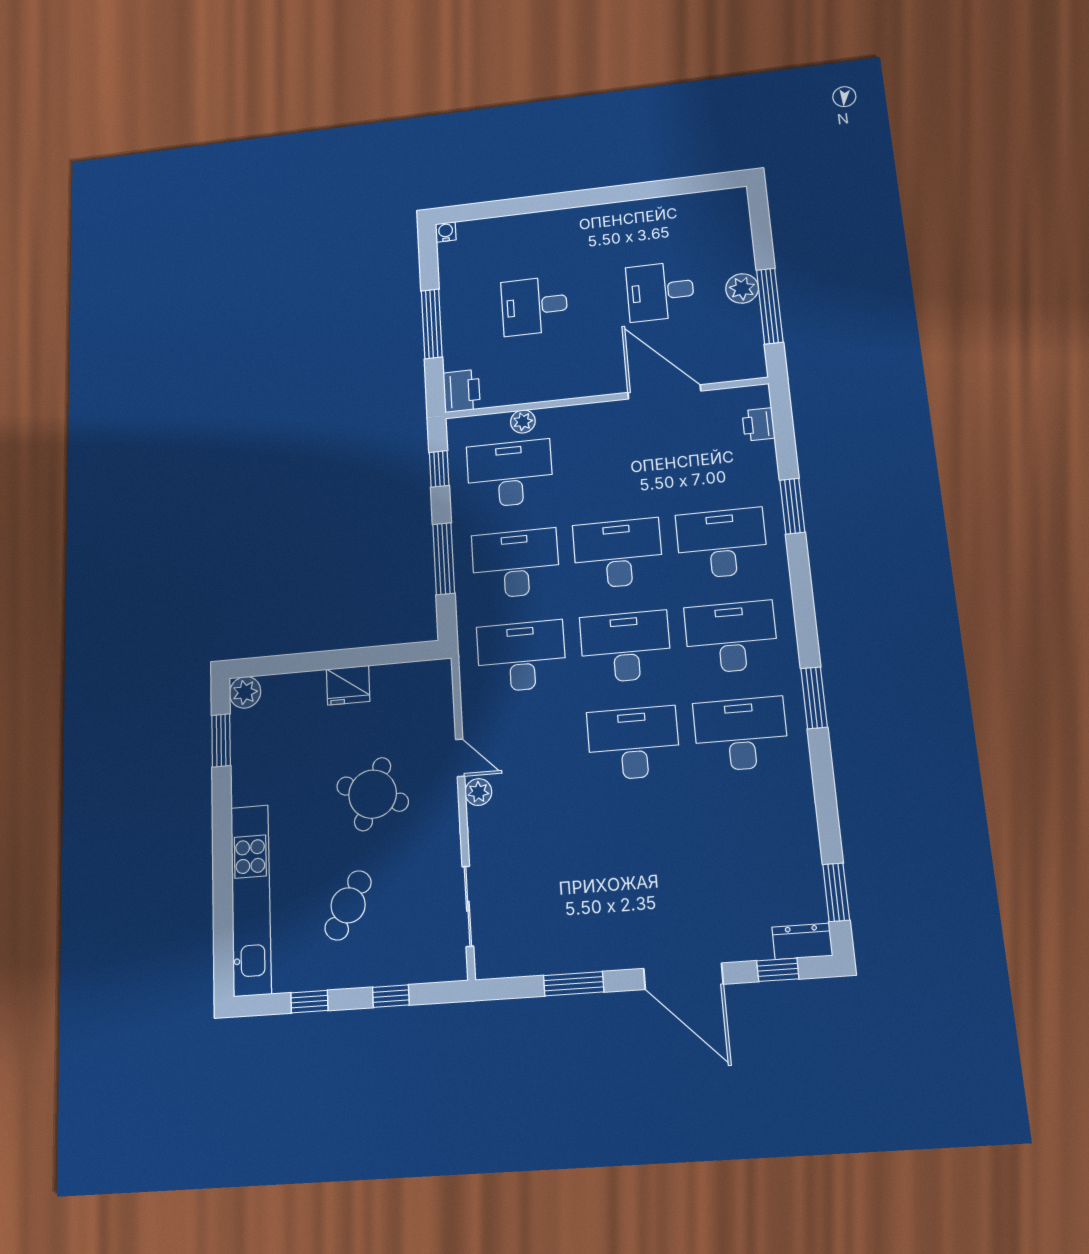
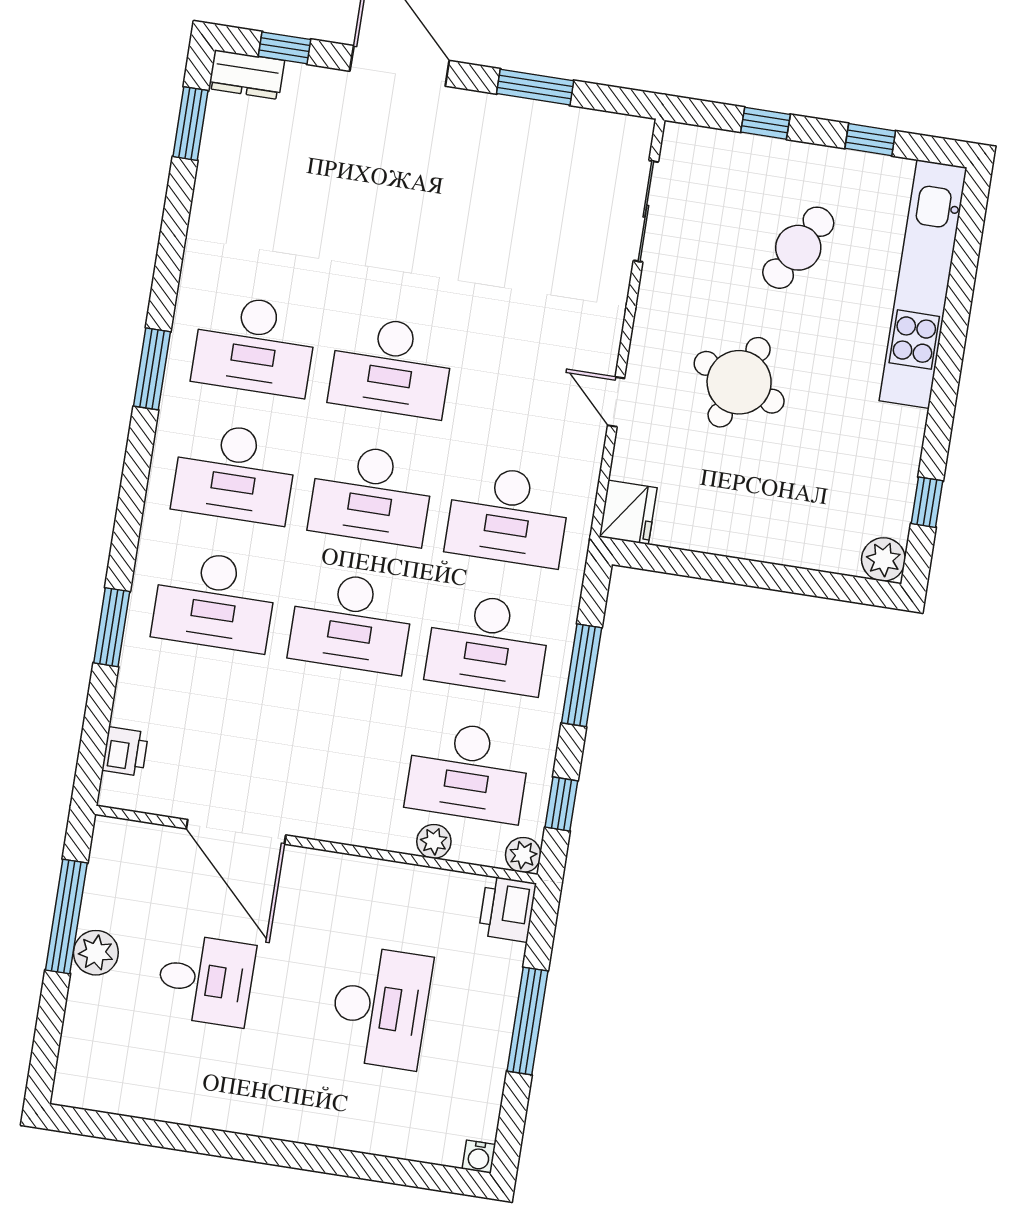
desk: (534, 306) -> (380, 1007), width x1.37
fridge: (348, 685) -> (628, 512), moved, turned 90
window: (221, 740) -> (927, 502), width x0.67
plant: (478, 792) -> (523, 855), moved

